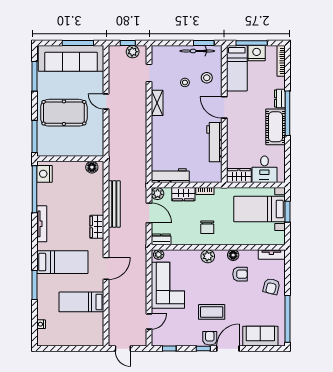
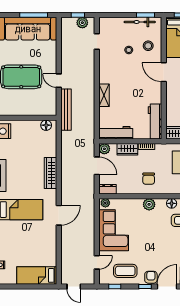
door: (106, 102) -> (59, 81), moved
shelving: (157, 103) -> (104, 95), moved
workbench: (214, 142) -> (155, 121), moved
bench: (114, 204) -> (66, 110), moved
wardrobe: (97, 227) -> (51, 173), width x1.50
bed: (81, 302) -> (37, 275), moved
coffee table: (212, 312) -> (125, 271), moved

